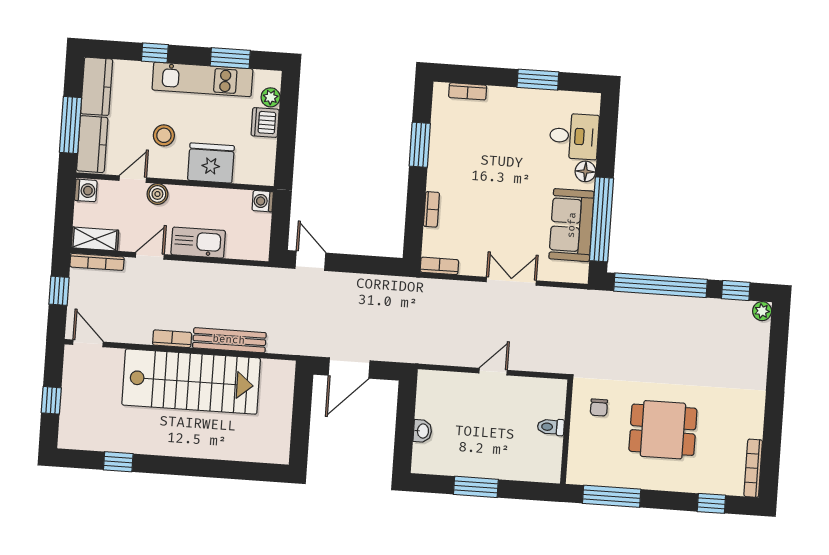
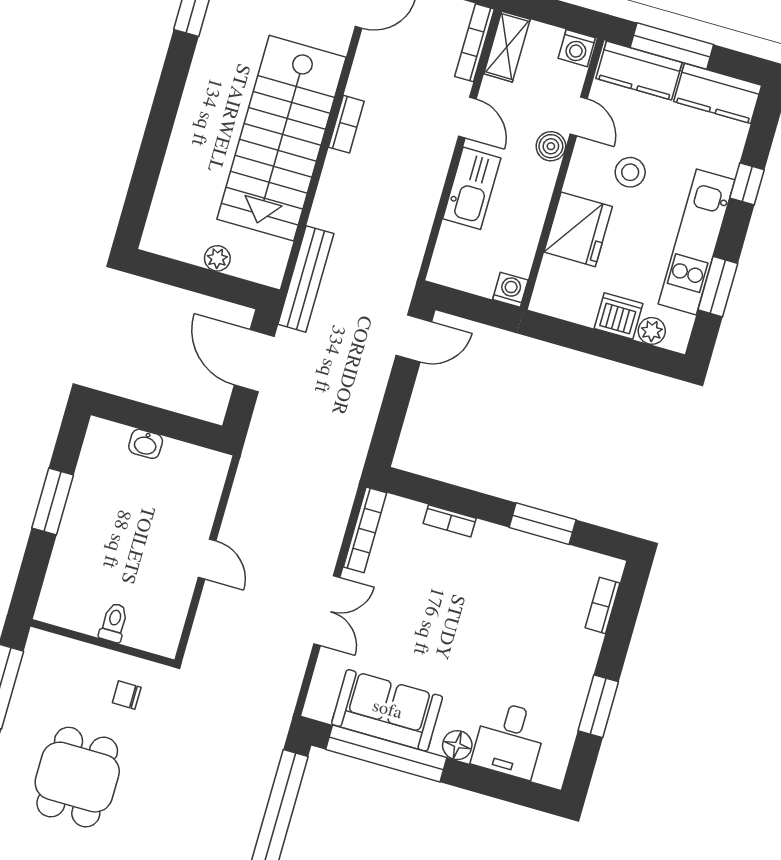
bookcase: (439, 266) -> (365, 530), width x1.56
bench: (229, 340) -> (306, 279), moved
plant: (284, 408) -> (217, 258), added

